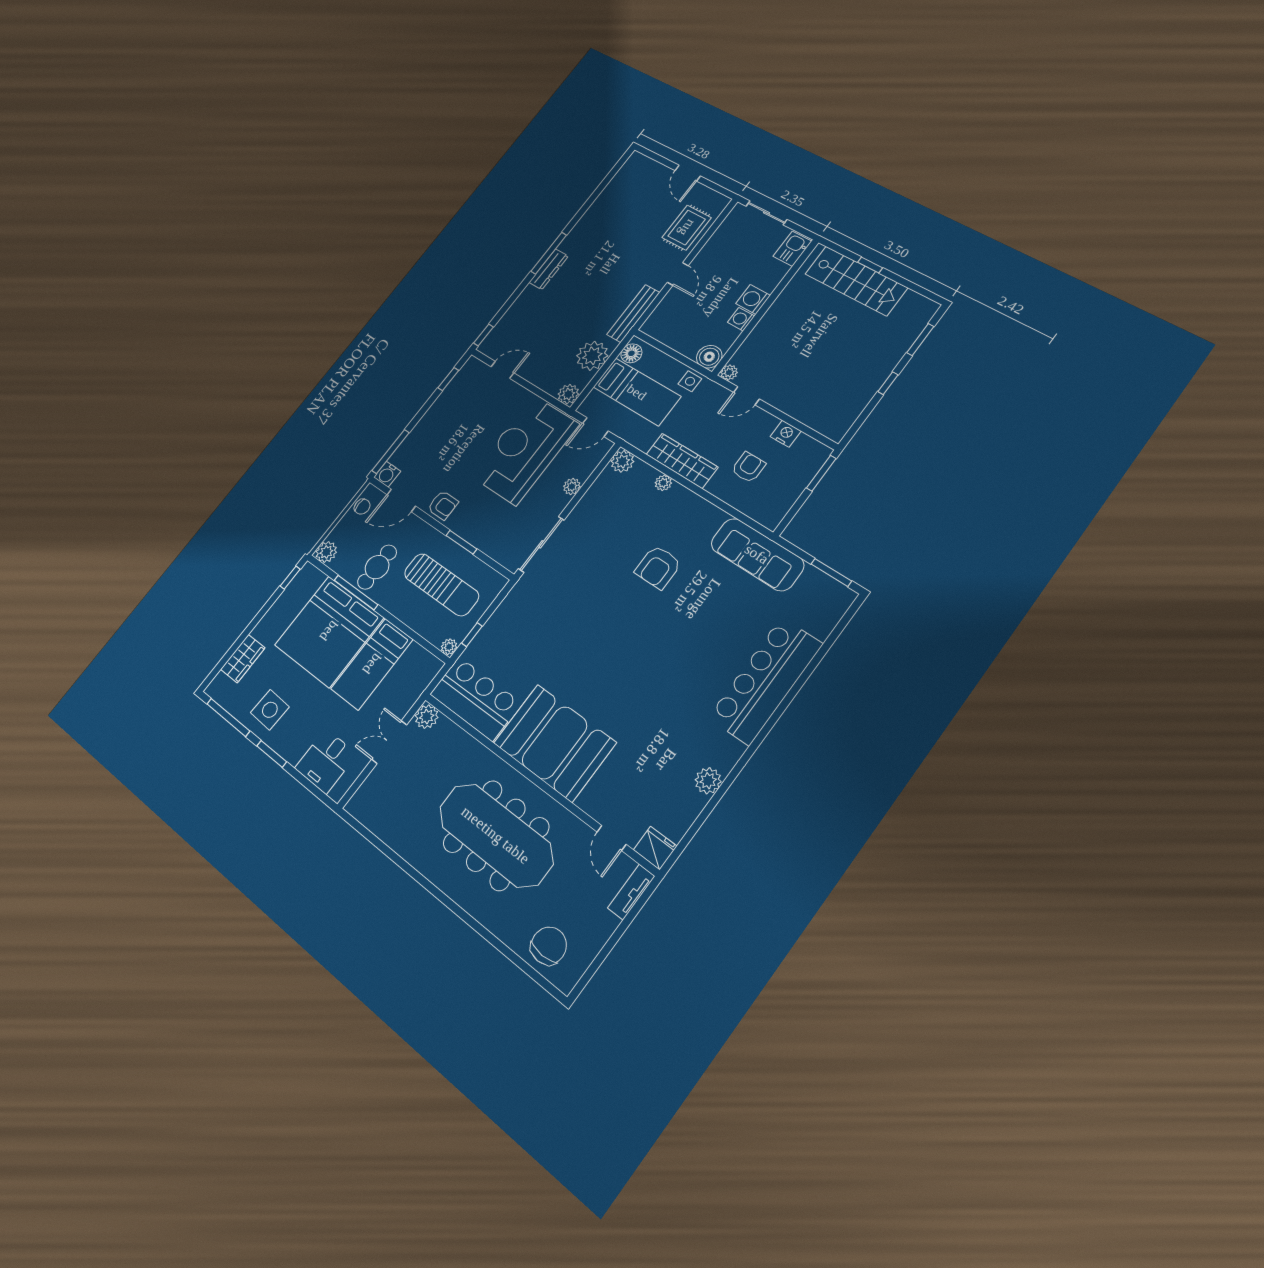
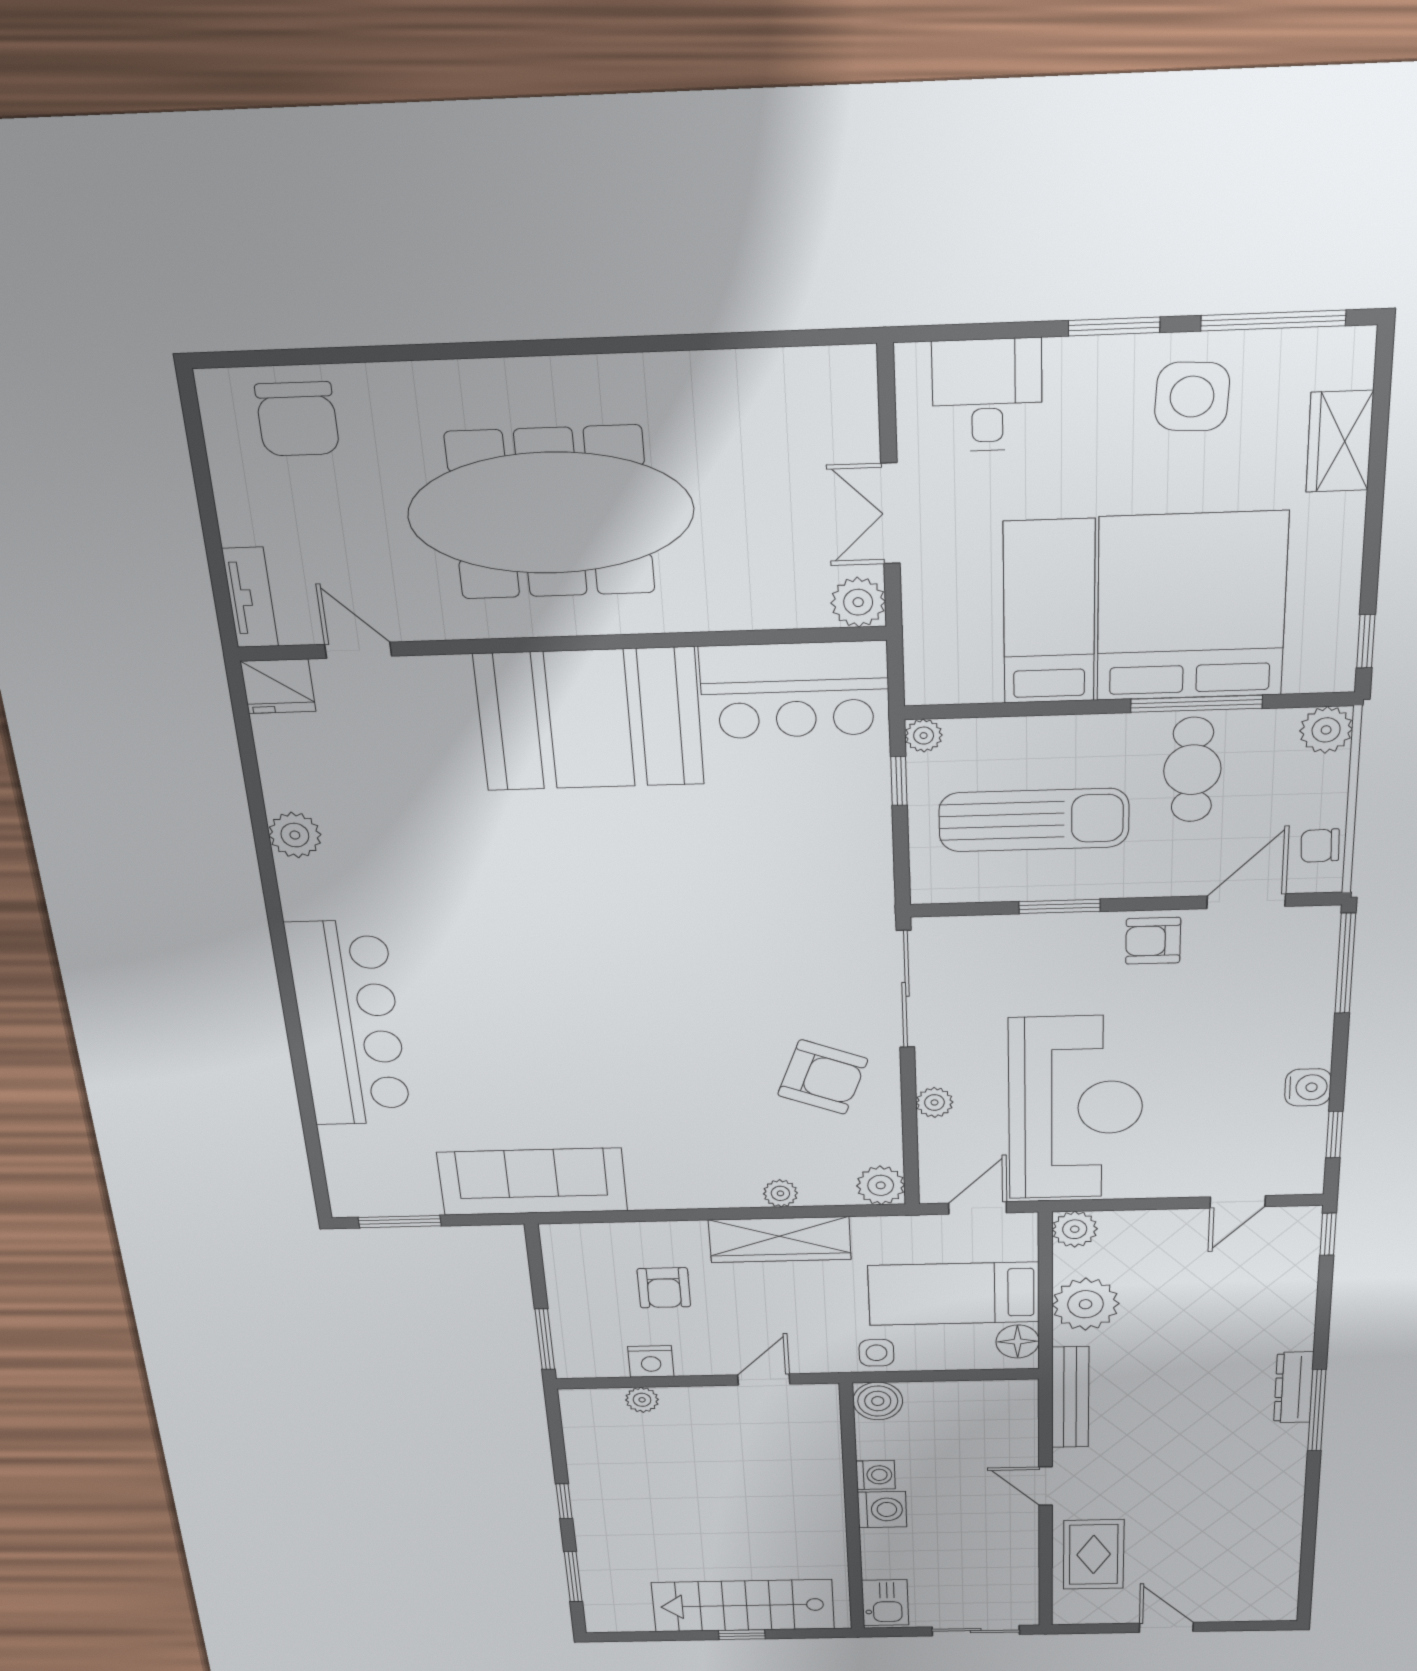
plant: (729, 372) -> (642, 1400), moved
water cooler: (387, 474) -> (1308, 1087), moved, turned 90
armchair: (658, 567) -> (823, 1077), moved, turned 111
sun lounger: (441, 585) -> (1034, 820), turned 180
double door: (389, 742) -> (890, 514), swing flipped

